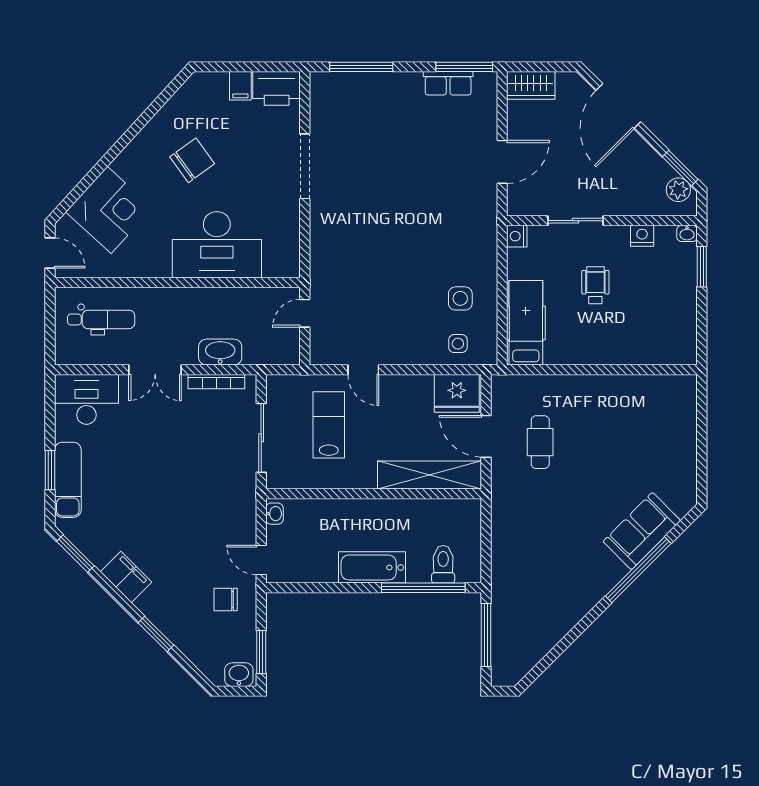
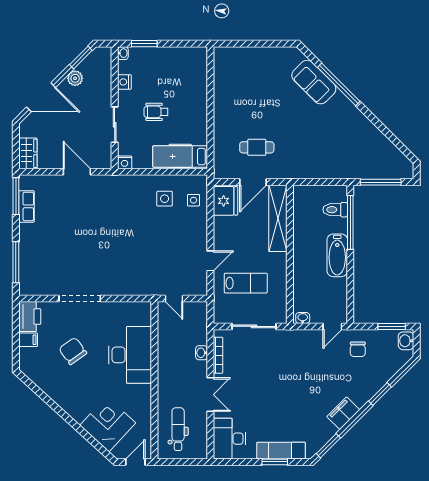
chair: (192, 160) -> (73, 351), moved
plant: (678, 190) -> (75, 78), moved
washbasin: (220, 352) -> (202, 353), width x0.52, depth x0.69
lab bench: (329, 425) -> (246, 283), turned 180

